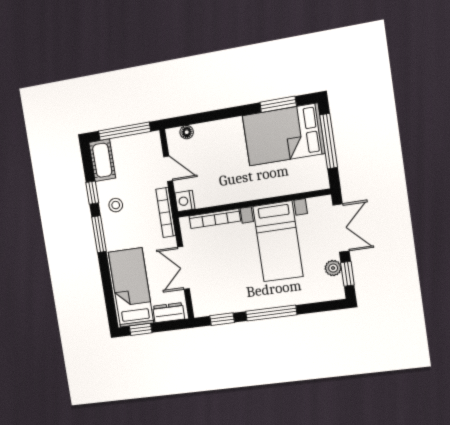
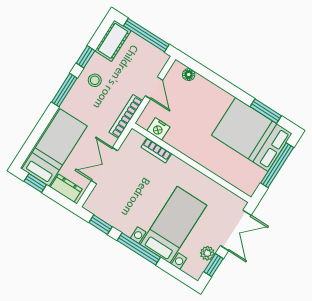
nightstand: (185, 201) -> (158, 129), moved, turned -90
bookcase: (215, 219) -> (156, 150), width x0.64
bed with nightstands: (278, 241) -> (173, 225), moved, turned 180

